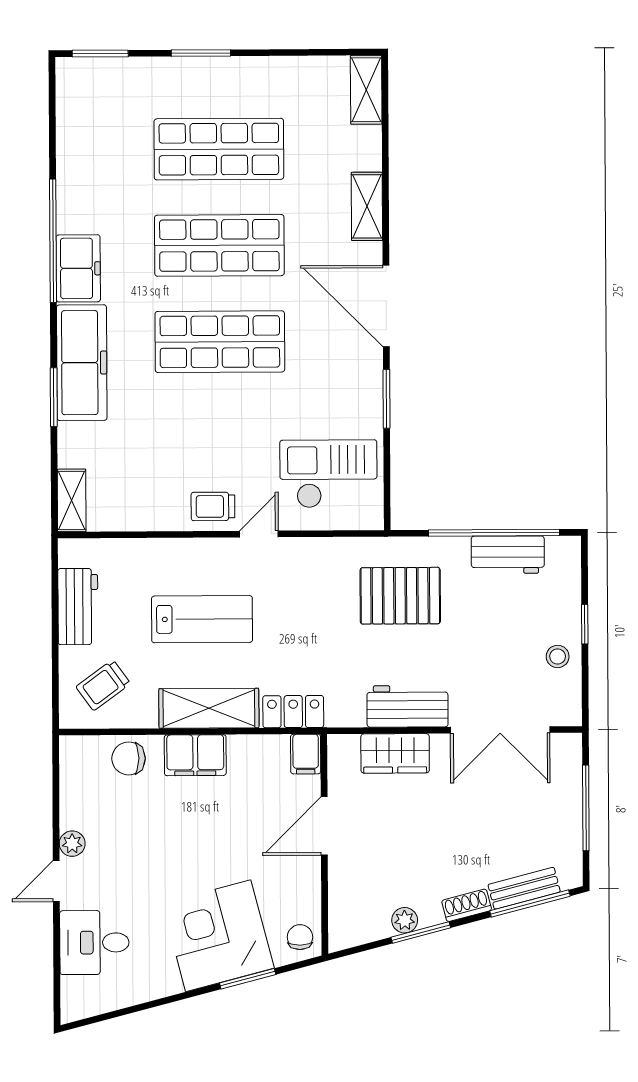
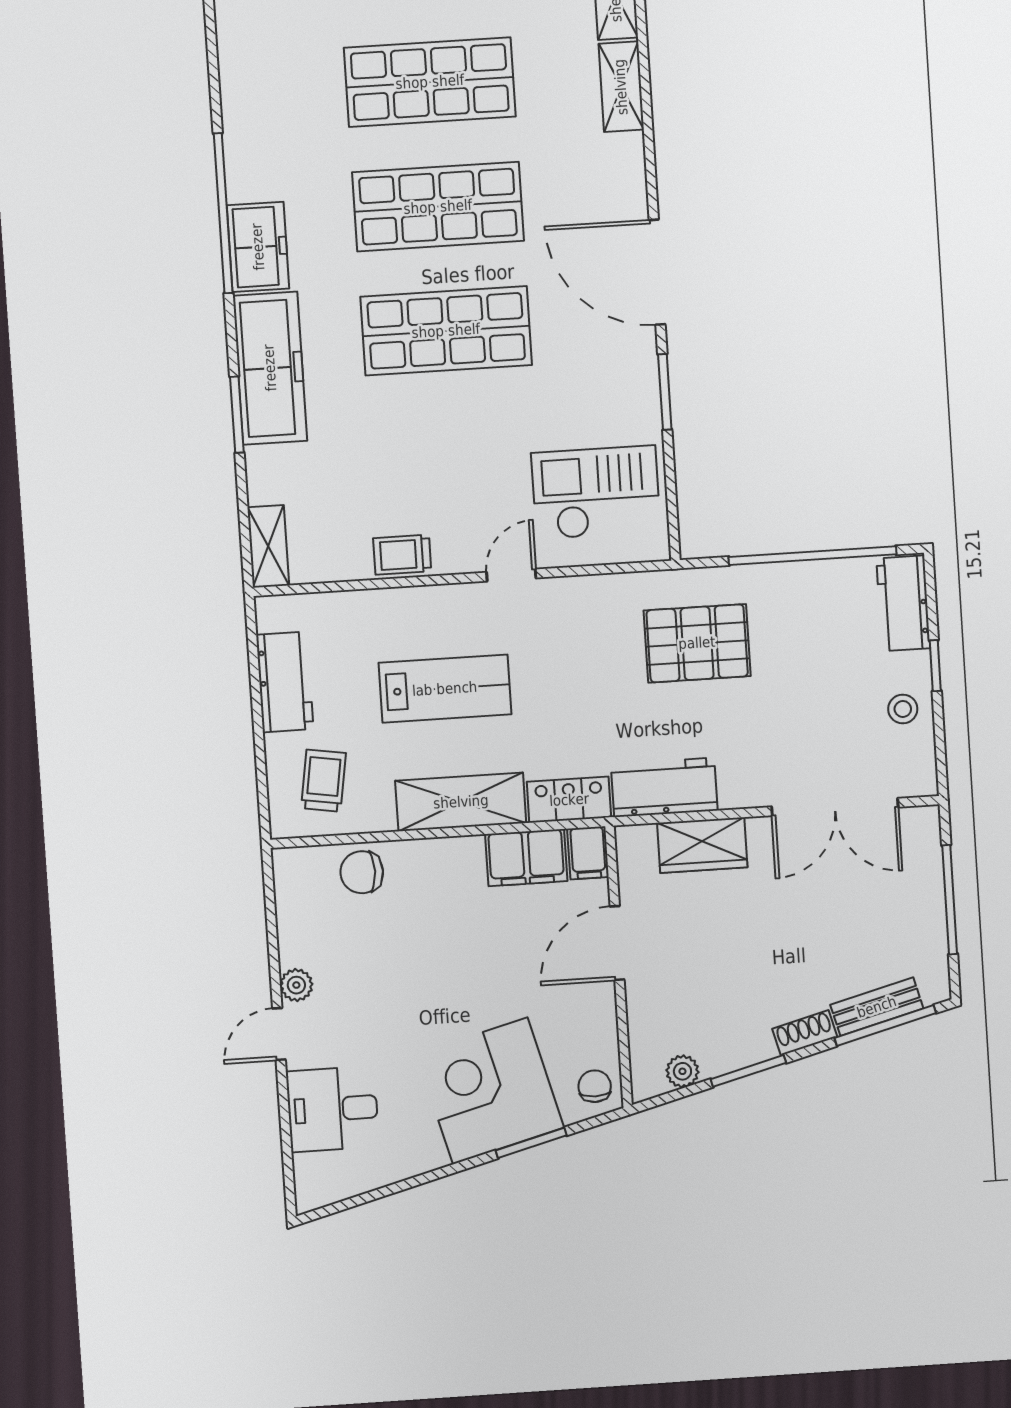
shelving: (367, 206) -> (621, 87), moved
trolley: (213, 506) -> (402, 555), moved
workbench: (508, 555) -> (903, 603), moved, turned 90
trolley: (103, 685) -> (324, 781), turned 135
workbench: (407, 706) -> (664, 787), moved
filing cabinet: (195, 755) -> (526, 858), moved
plant: (405, 920) -> (682, 1071), moved

